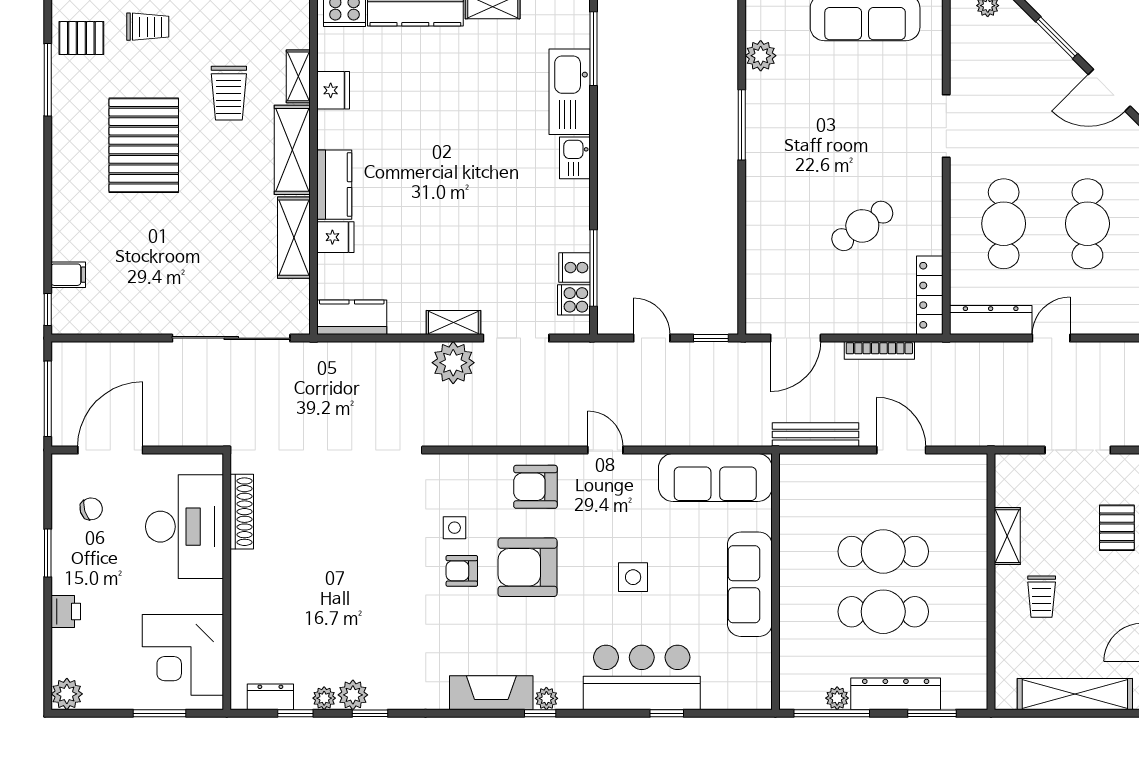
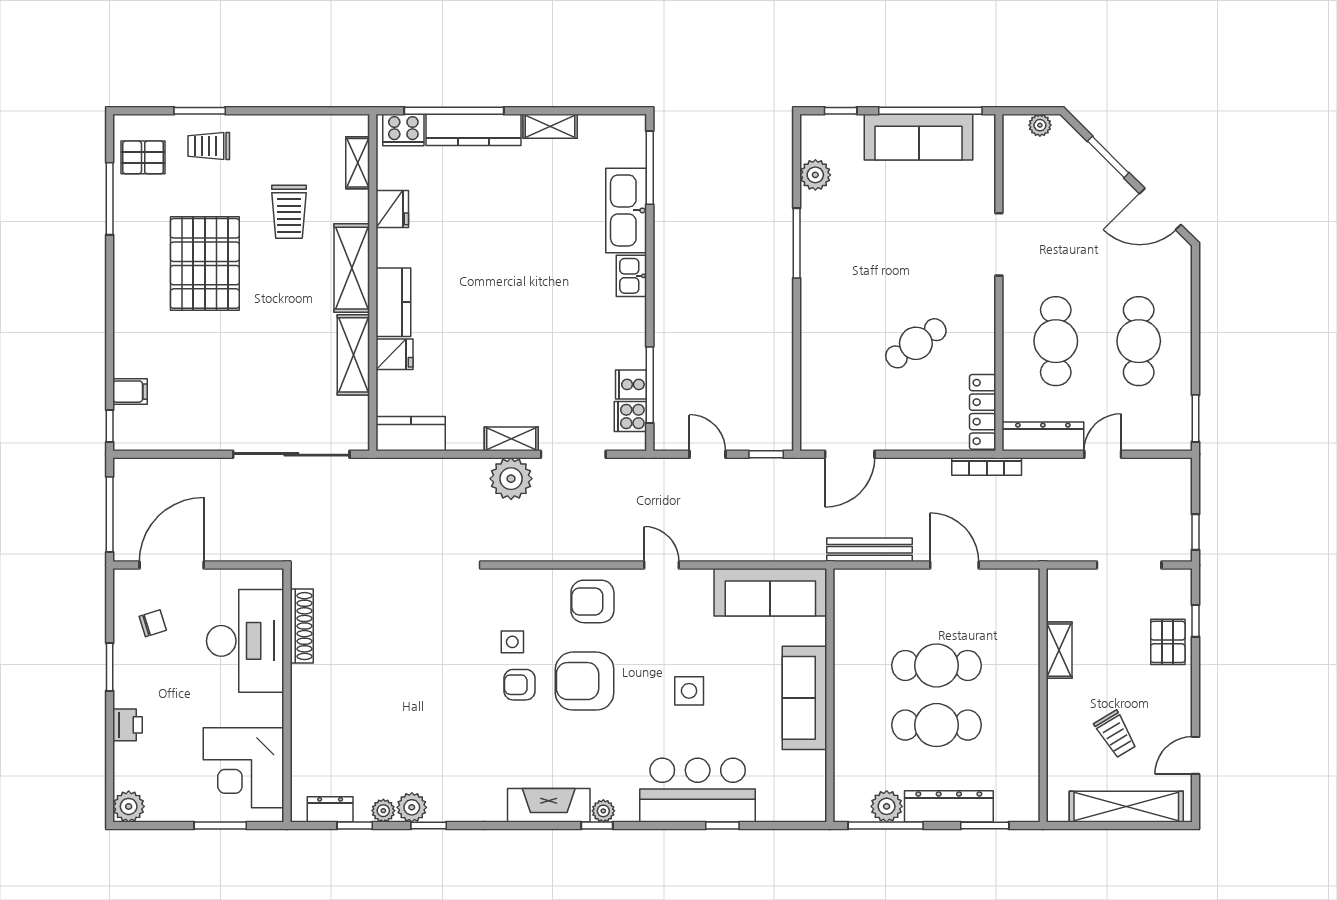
trolley: (148, 27) -> (209, 146), turned 180
shelving: (298, 76) -> (358, 163), moved
bookcase: (879, 350) -> (987, 466), moved
trolley: (1042, 597) -> (1116, 734), moved, turned -31
plant: (837, 698) -> (887, 806), width x1.38, depth x1.38

